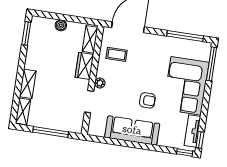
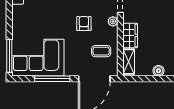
window: (185, 36) -> (52, 79), moved
corner sofa: (186, 86) -> (38, 58), moved, turned -90
armchair: (147, 100) -> (84, 24), moved, turned 90

